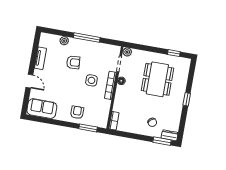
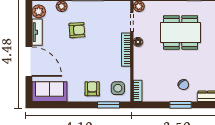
plant: (45, 41) -> (39, 11), added
dining table: (157, 79) -> (181, 32), turned 90
side table: (91, 80) -> (118, 88), moved
door: (29, 81) -> (29, 62), width x1.87
window: (162, 141) -> (181, 105), moved

